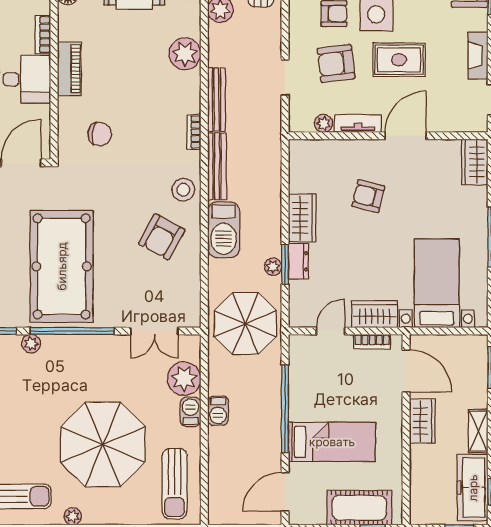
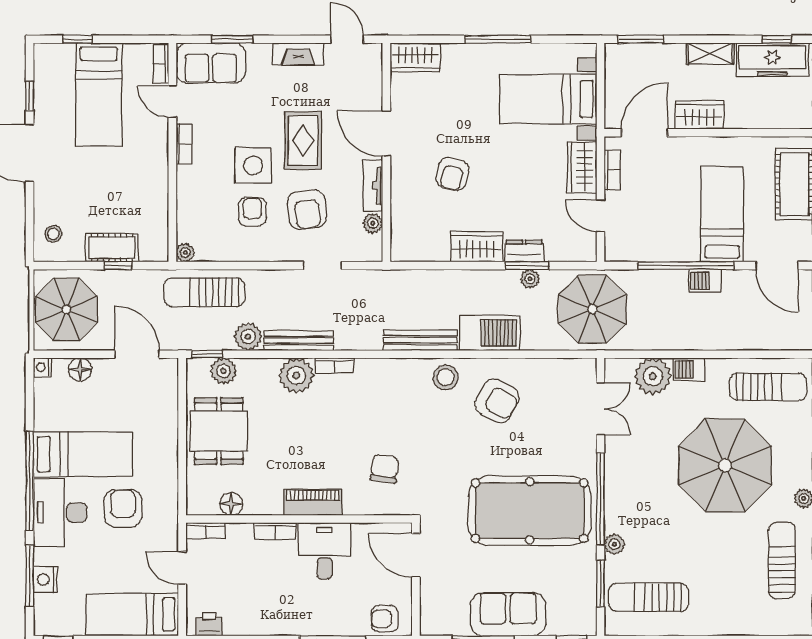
bench: (216, 100) -> (299, 341), moved
bookcase: (194, 132) -> (335, 365), moved
barbecue: (218, 411) -> (705, 281), moved, turned 180

